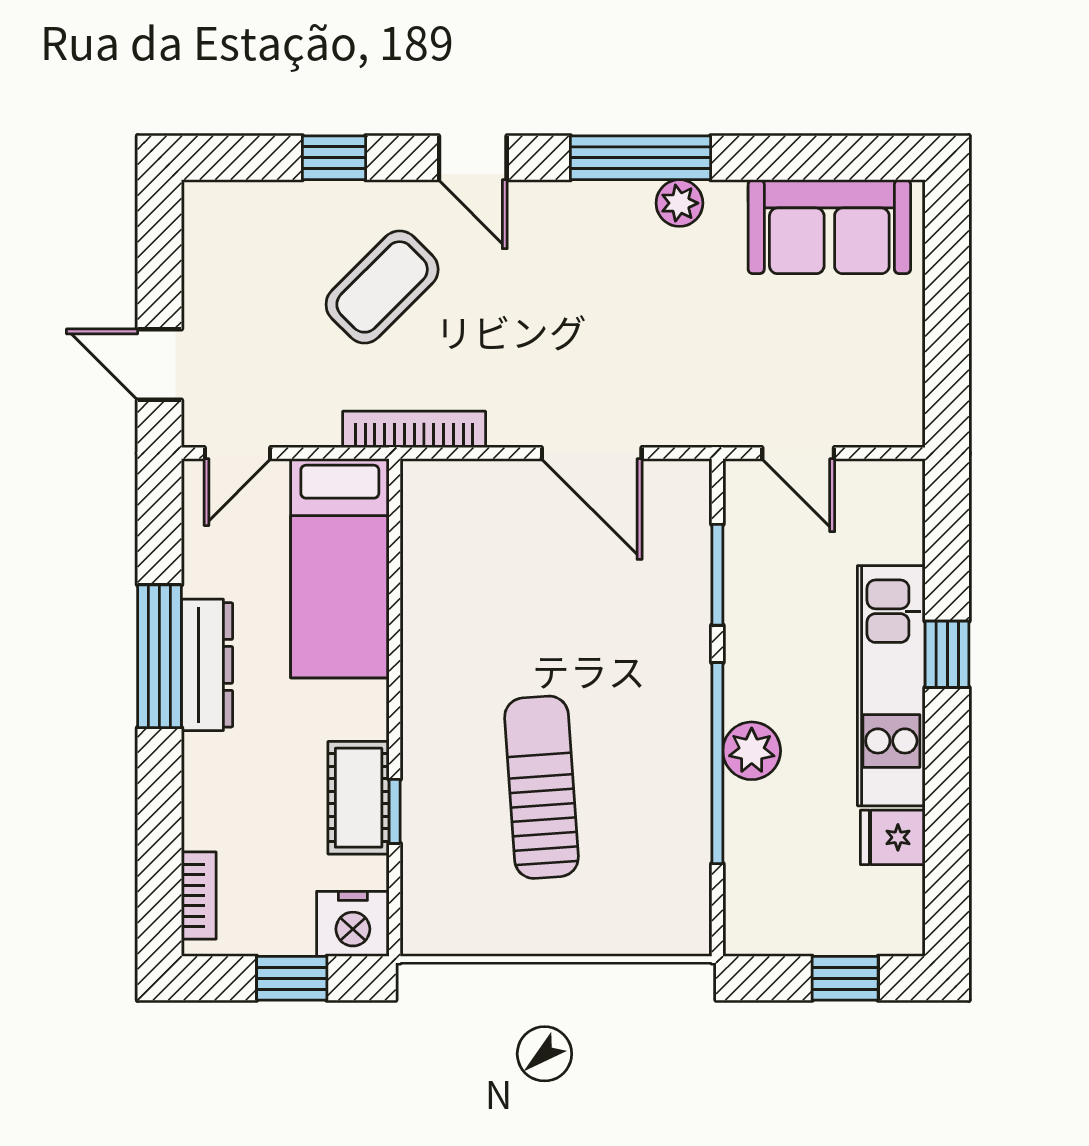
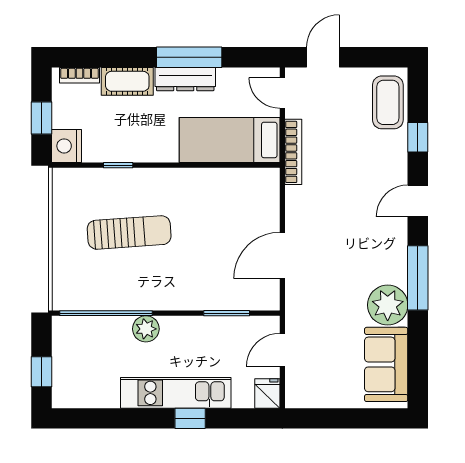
plant: (679, 203) -> (388, 305), width x1.87, depth x1.87
coffee table: (382, 287) -> (388, 102), moved, turned 45
bookcase: (414, 429) -> (293, 152), moved
window: (717, 763) -> (106, 313), moved
cot: (359, 798) -> (127, 81), moved
fridge: (893, 837) -> (267, 394), moved

